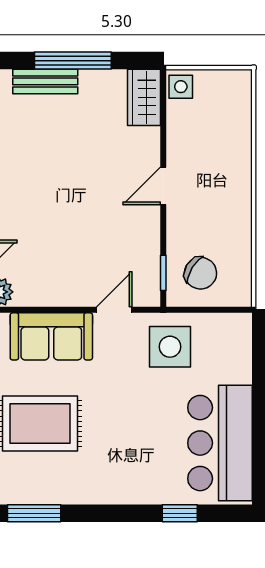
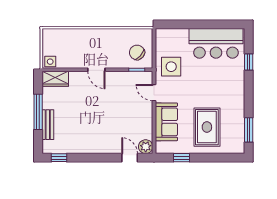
chair: (201, 273) -> (137, 52), turned -80

